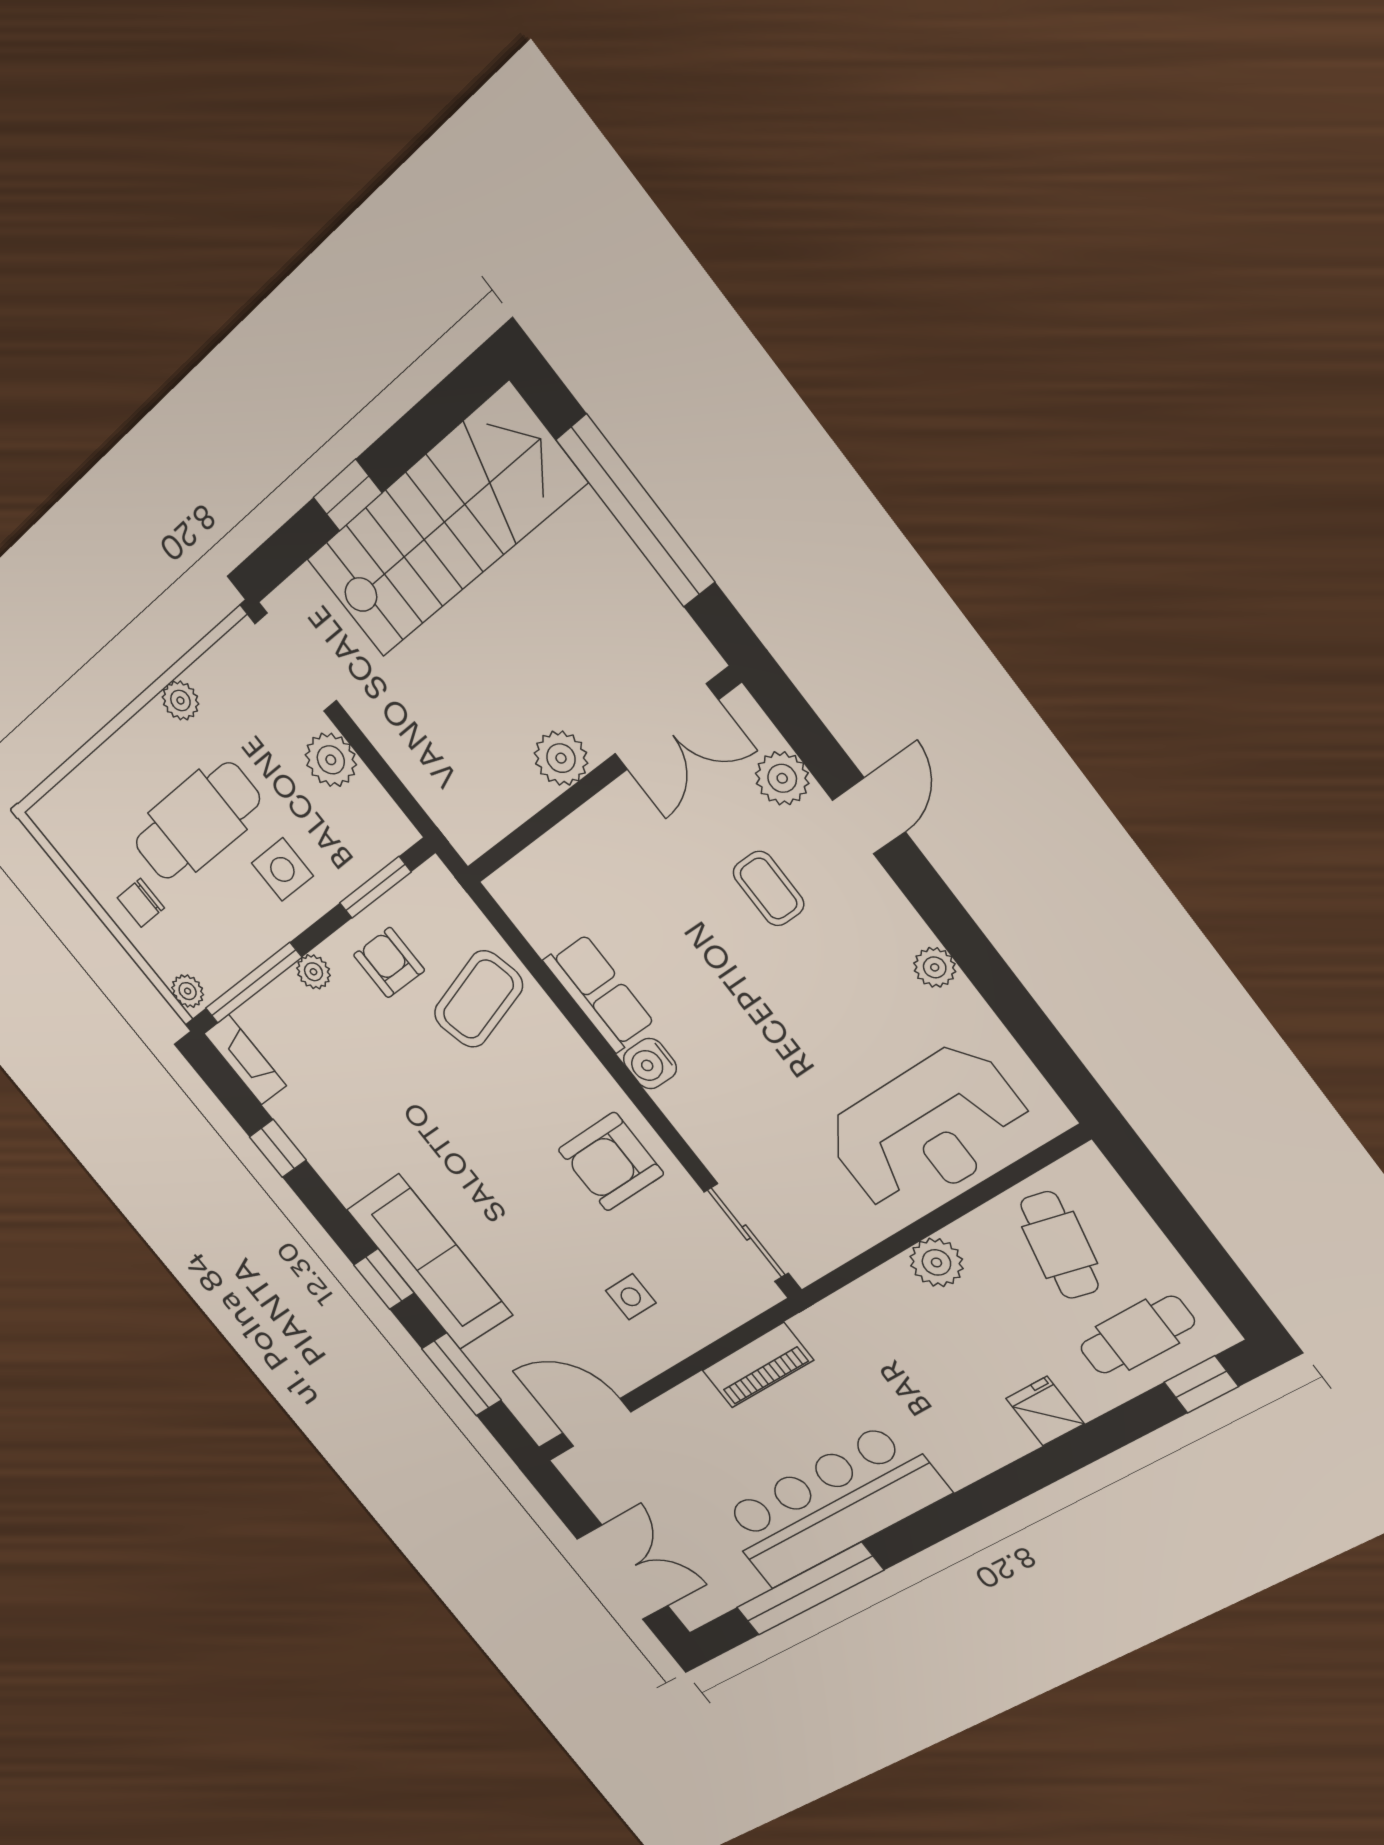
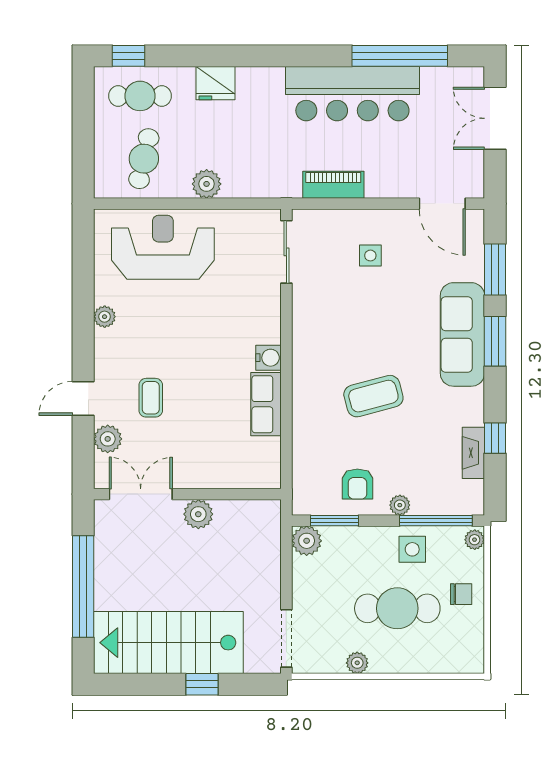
plant: (331, 760) -> (307, 541), moved
side table: (282, 869) -> (412, 549), moved
coffee table: (478, 999) -> (373, 396), moved
fireplace: (245, 1060) -> (473, 453), moved
armchair: (611, 1162) -> (326, 325), removed
window: (384, 1279) -> (495, 341), width x1.50
fridge: (1045, 1411) -> (215, 83), width x1.38

